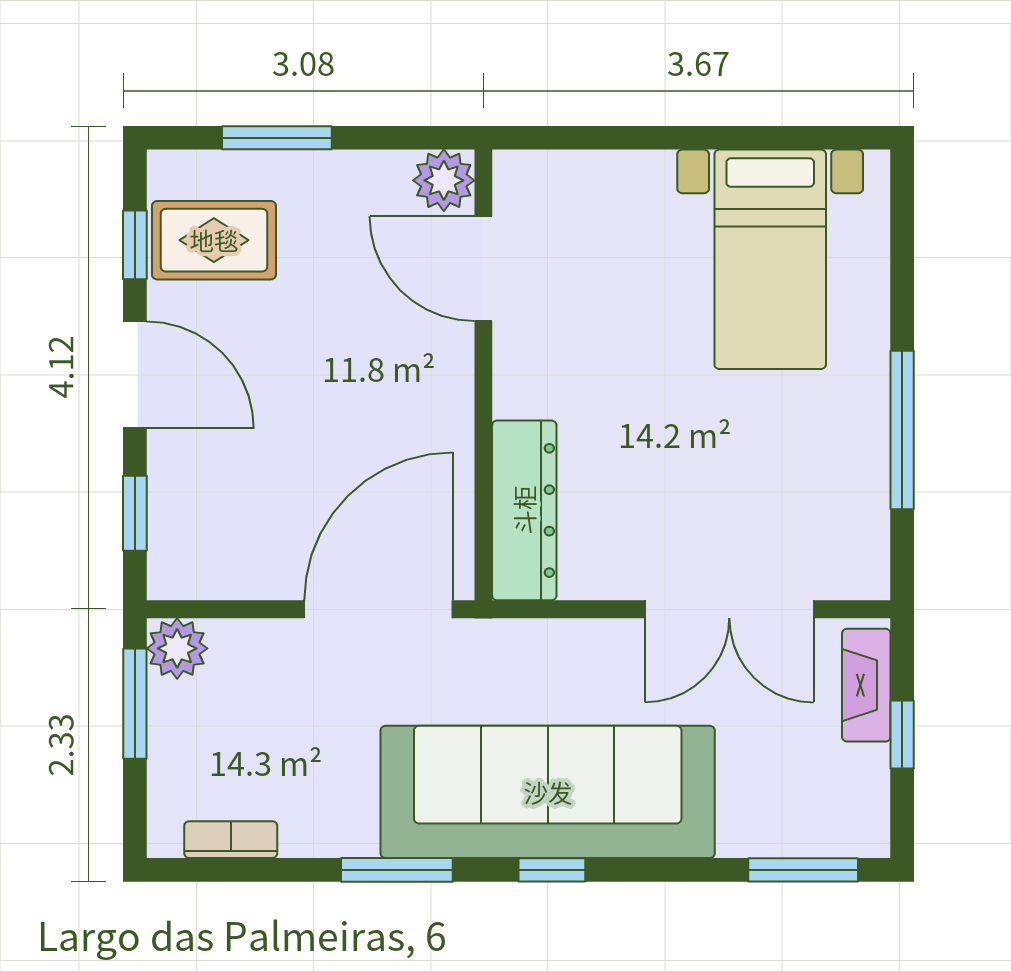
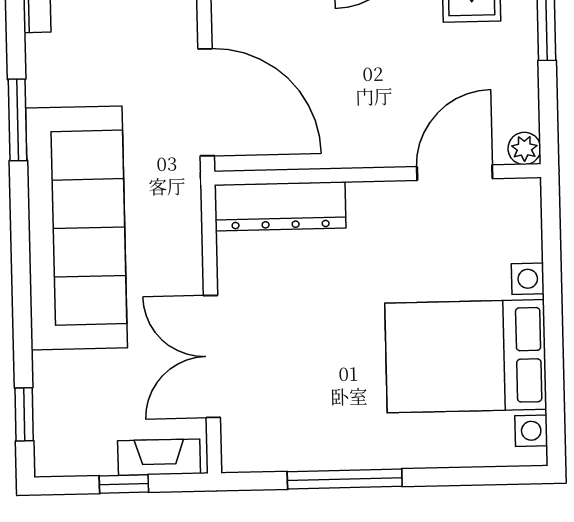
plant: (444, 180) -> (524, 148), width x0.73, depth x0.73
bed with nightstands: (770, 259) -> (466, 356), width x1.36
window: (552, 870) -> (20, 232), removed
window: (803, 870) -> (24, 414), width x0.67

